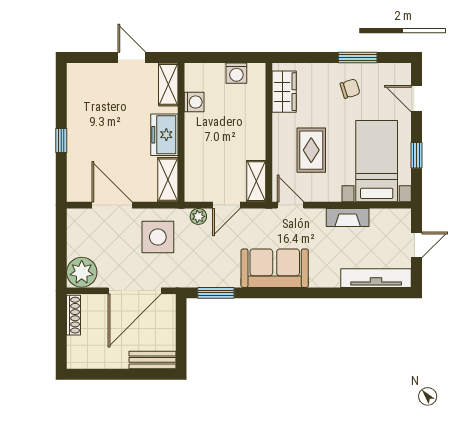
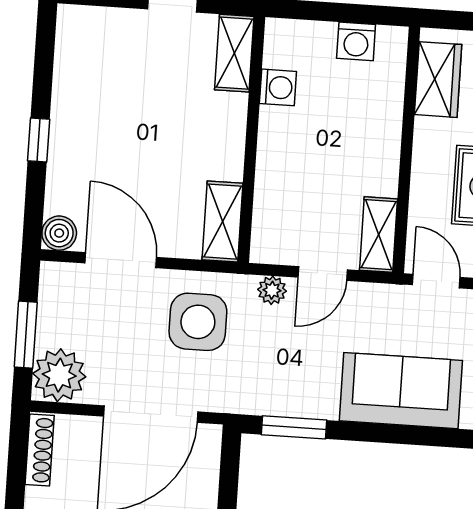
freezer: (164, 135) -> (222, 142), removed
boiler: (76, 192) -> (59, 233), added
window: (61, 251) -> (26, 335), added

